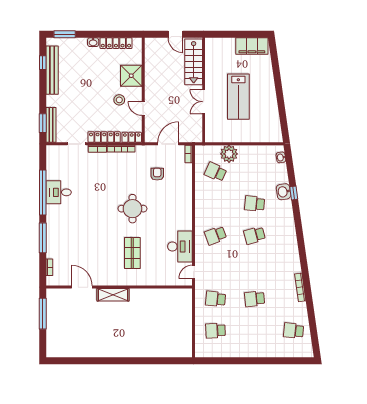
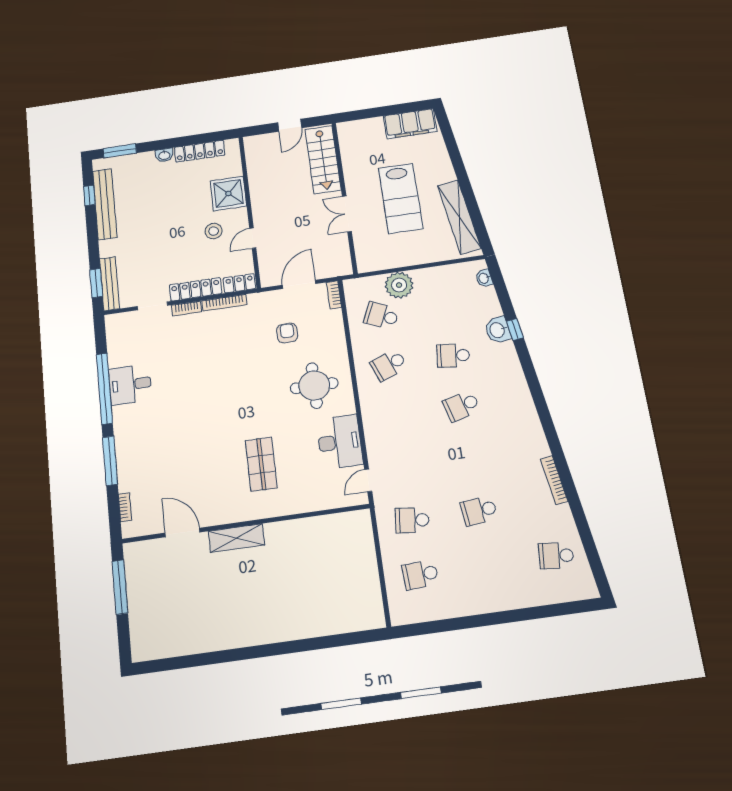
door: (175, 34) -> (290, 125), hinge flipped
door: (143, 109) -> (253, 238), hinge flipped
shelving: (272, 115) -> (459, 217), added
round table: (132, 209) -> (314, 386), moved
school desk: (216, 235) -> (389, 365), moved

